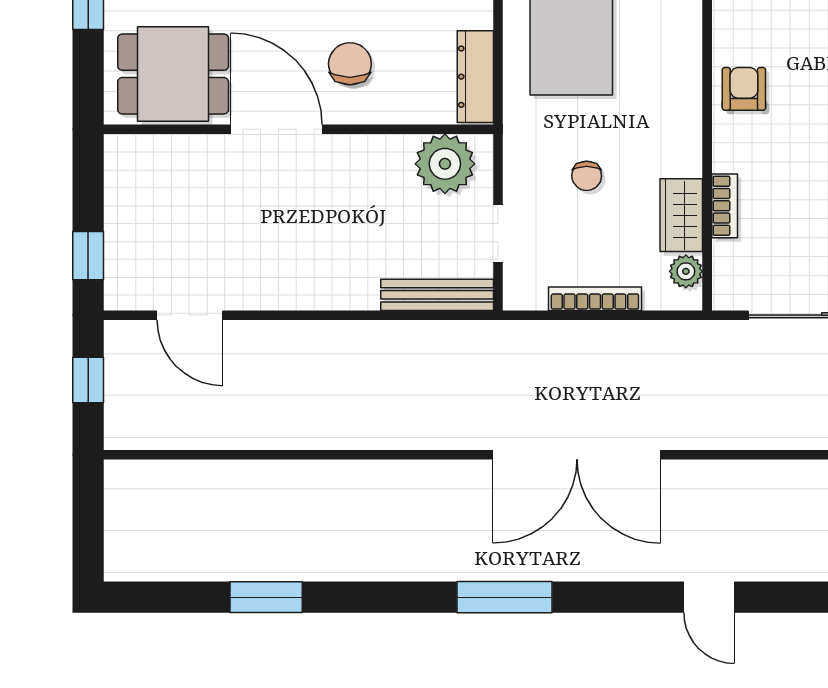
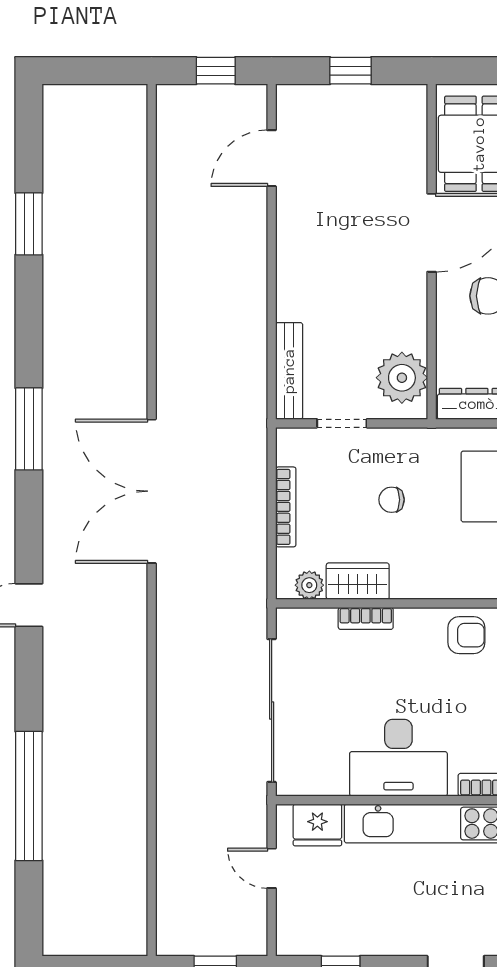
window: (88, 256) -> (351, 71), moved

